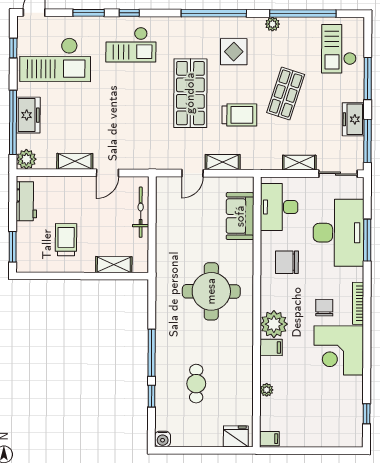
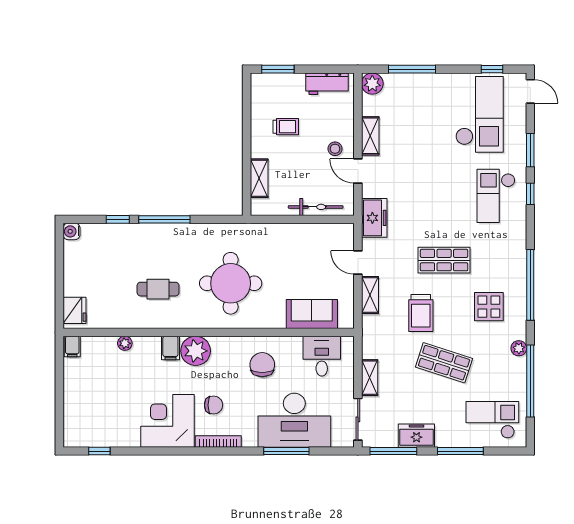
checkout: (55, 60) -> (480, 114), turned 180
shop shelf: (190, 93) -> (444, 260), width x0.70, depth x0.74
freezer: (28, 115) -> (374, 218), moved, turned -90
window: (13, 122) -> (412, 69), width x0.68
stool: (87, 194) -> (335, 149), added
desk: (279, 207) -> (322, 356), width x0.73
trolley: (66, 240) -> (286, 127), width x0.73, depth x0.72
cafe table: (196, 384) -> (158, 289), moved

